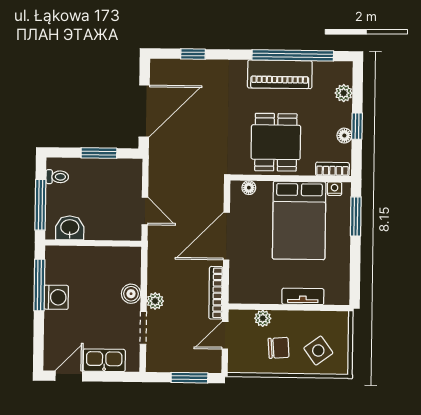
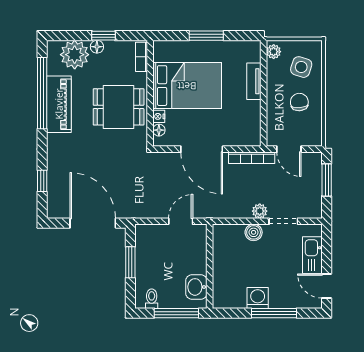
plant: (344, 93) -> (75, 55), width x1.88, depth x1.88
floor lamp: (344, 136) -> (97, 47), moved
nightstand: (335, 189) -> (159, 116), moved
window: (356, 216) -> (206, 36), moved
window: (39, 285) -> (274, 313), moved
plant: (263, 318) -> (274, 52), moved
side table: (318, 351) -> (301, 67), turned -36

